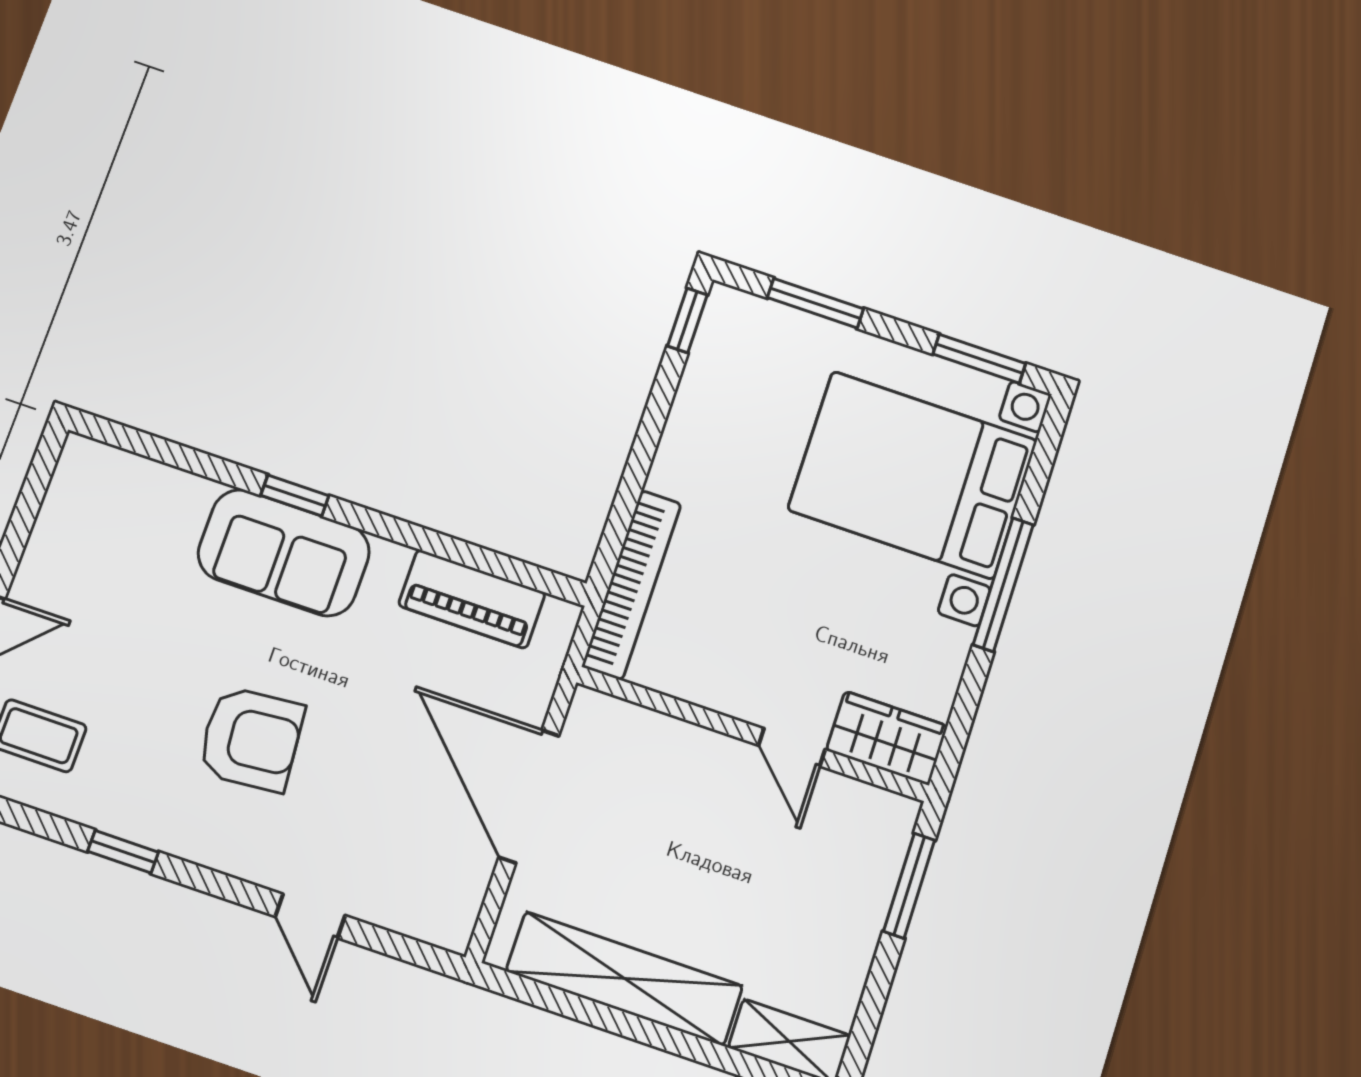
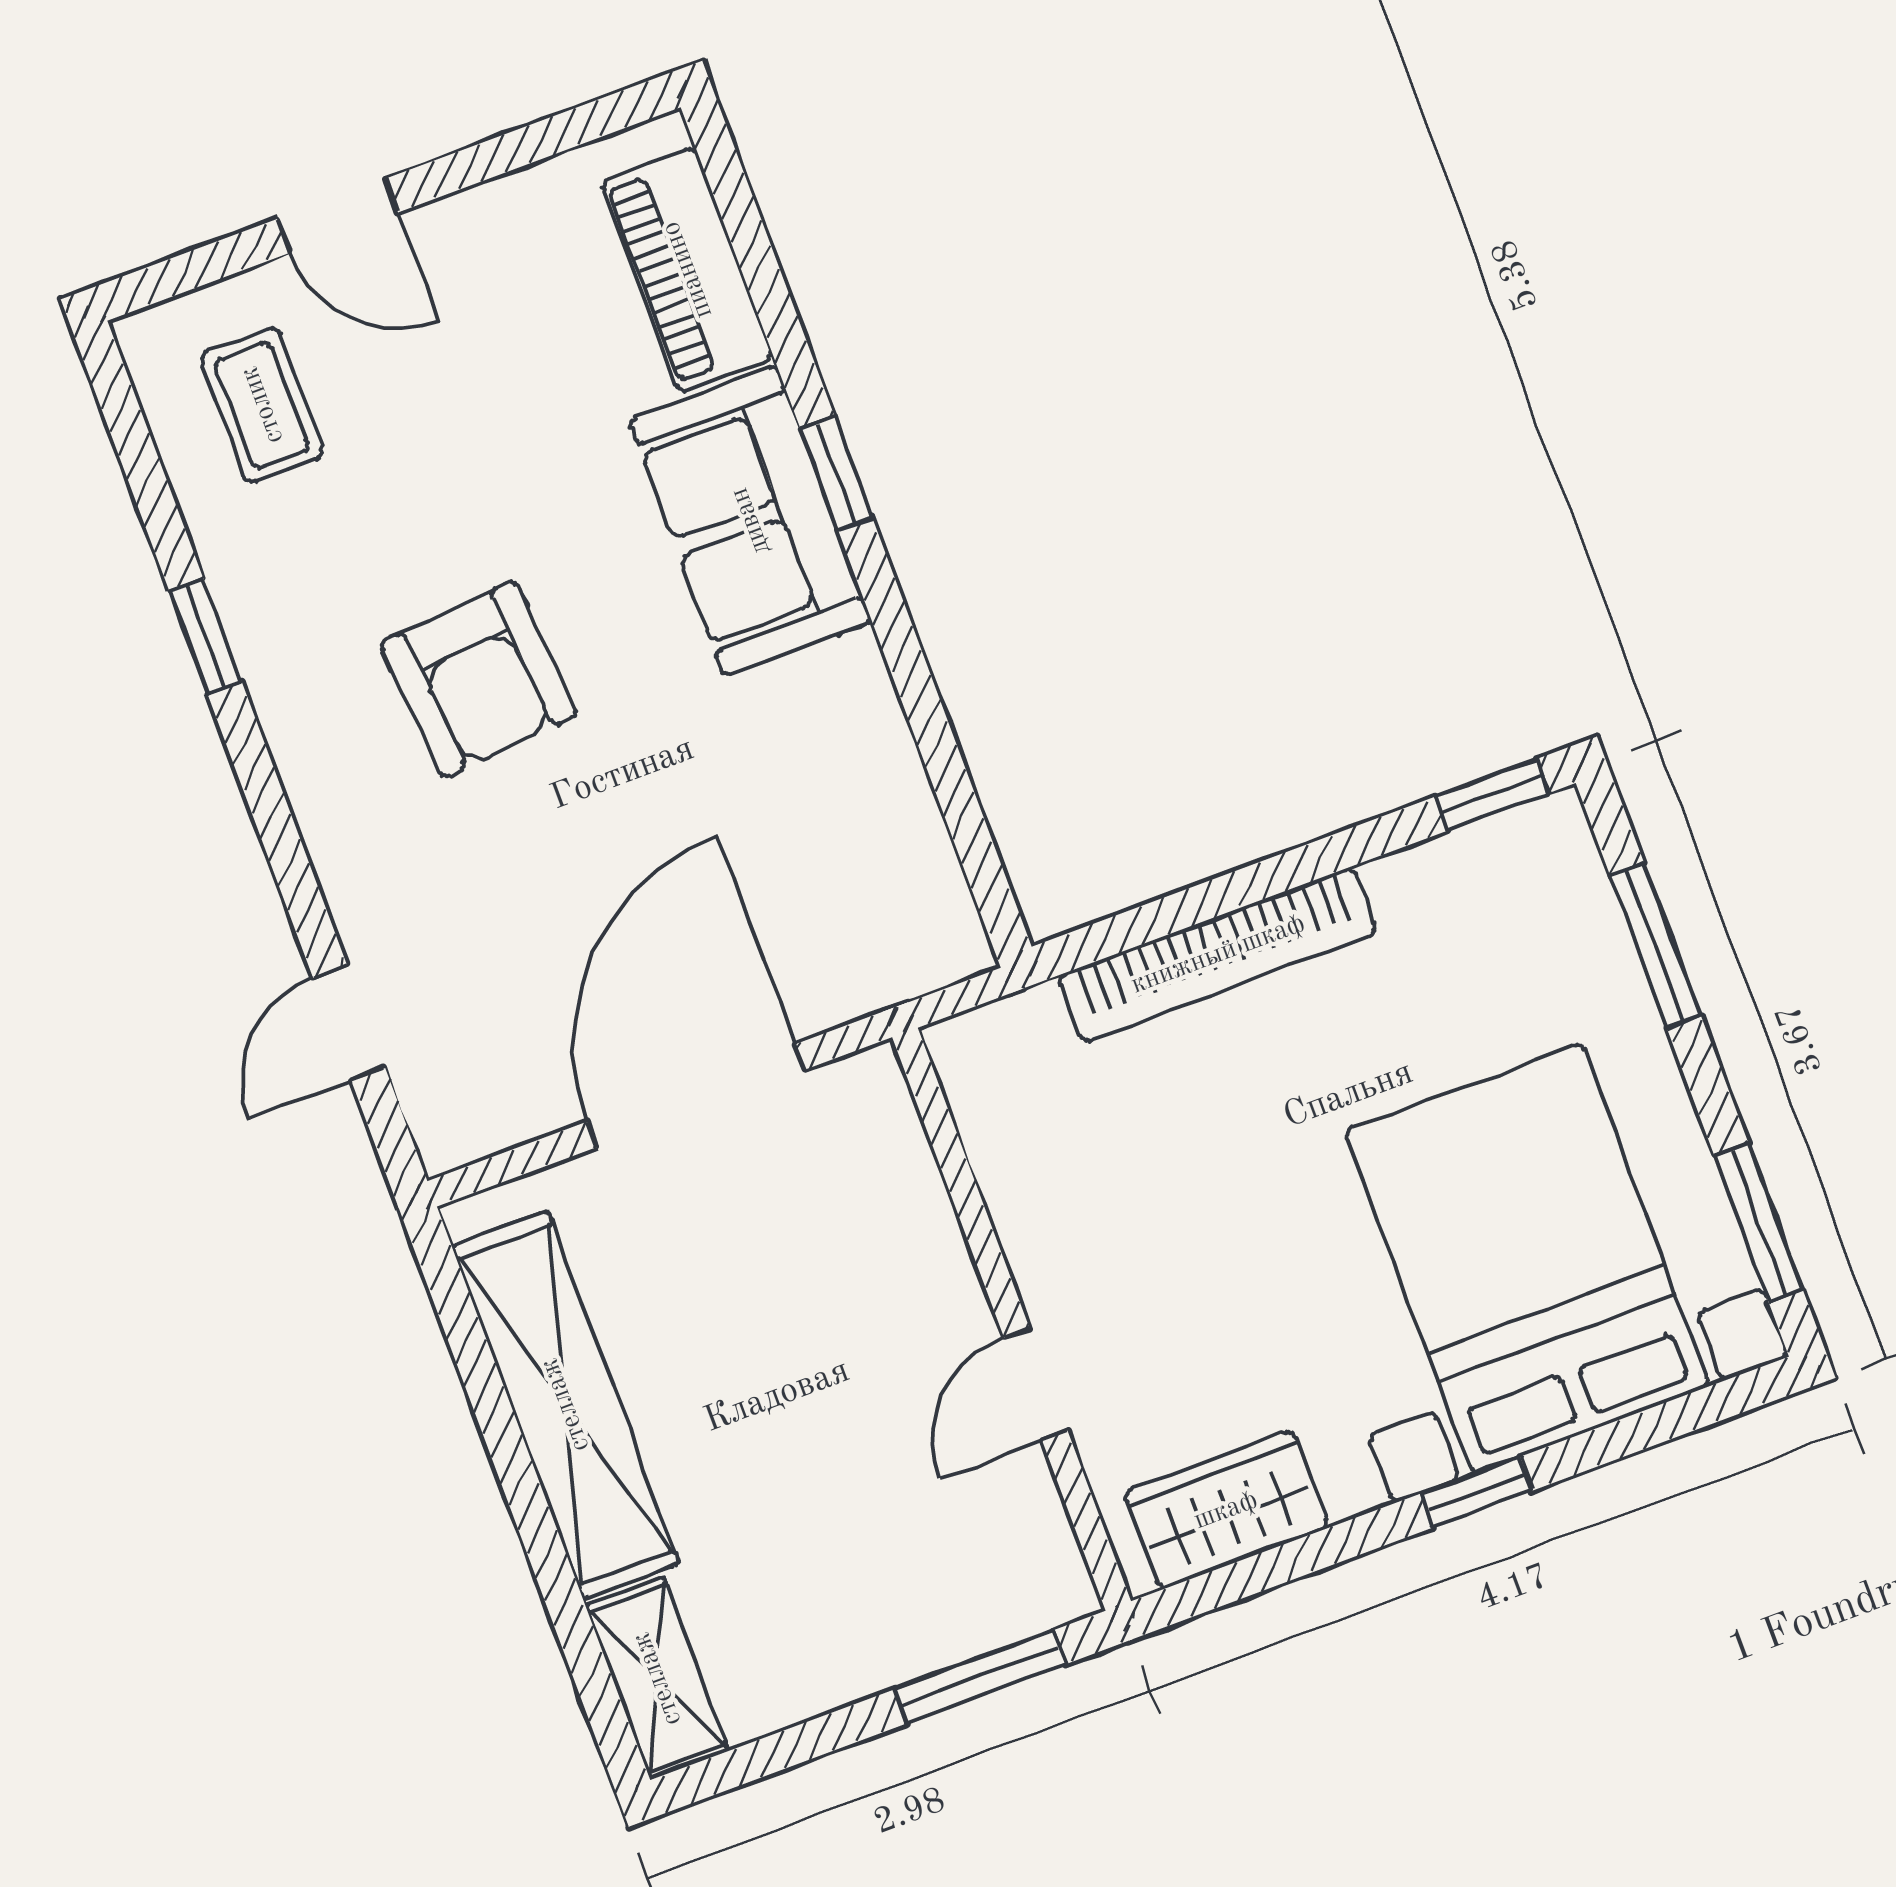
bookcase: (632, 585) -> (1218, 954), moved
window: (1003, 585) -> (1477, 1492), width x0.46
piano: (472, 599) -> (687, 270), moved
wardrobe: (887, 738) -> (1226, 1510), moved, turned -90
door: (310, 916) -> (349, 1023), moved

